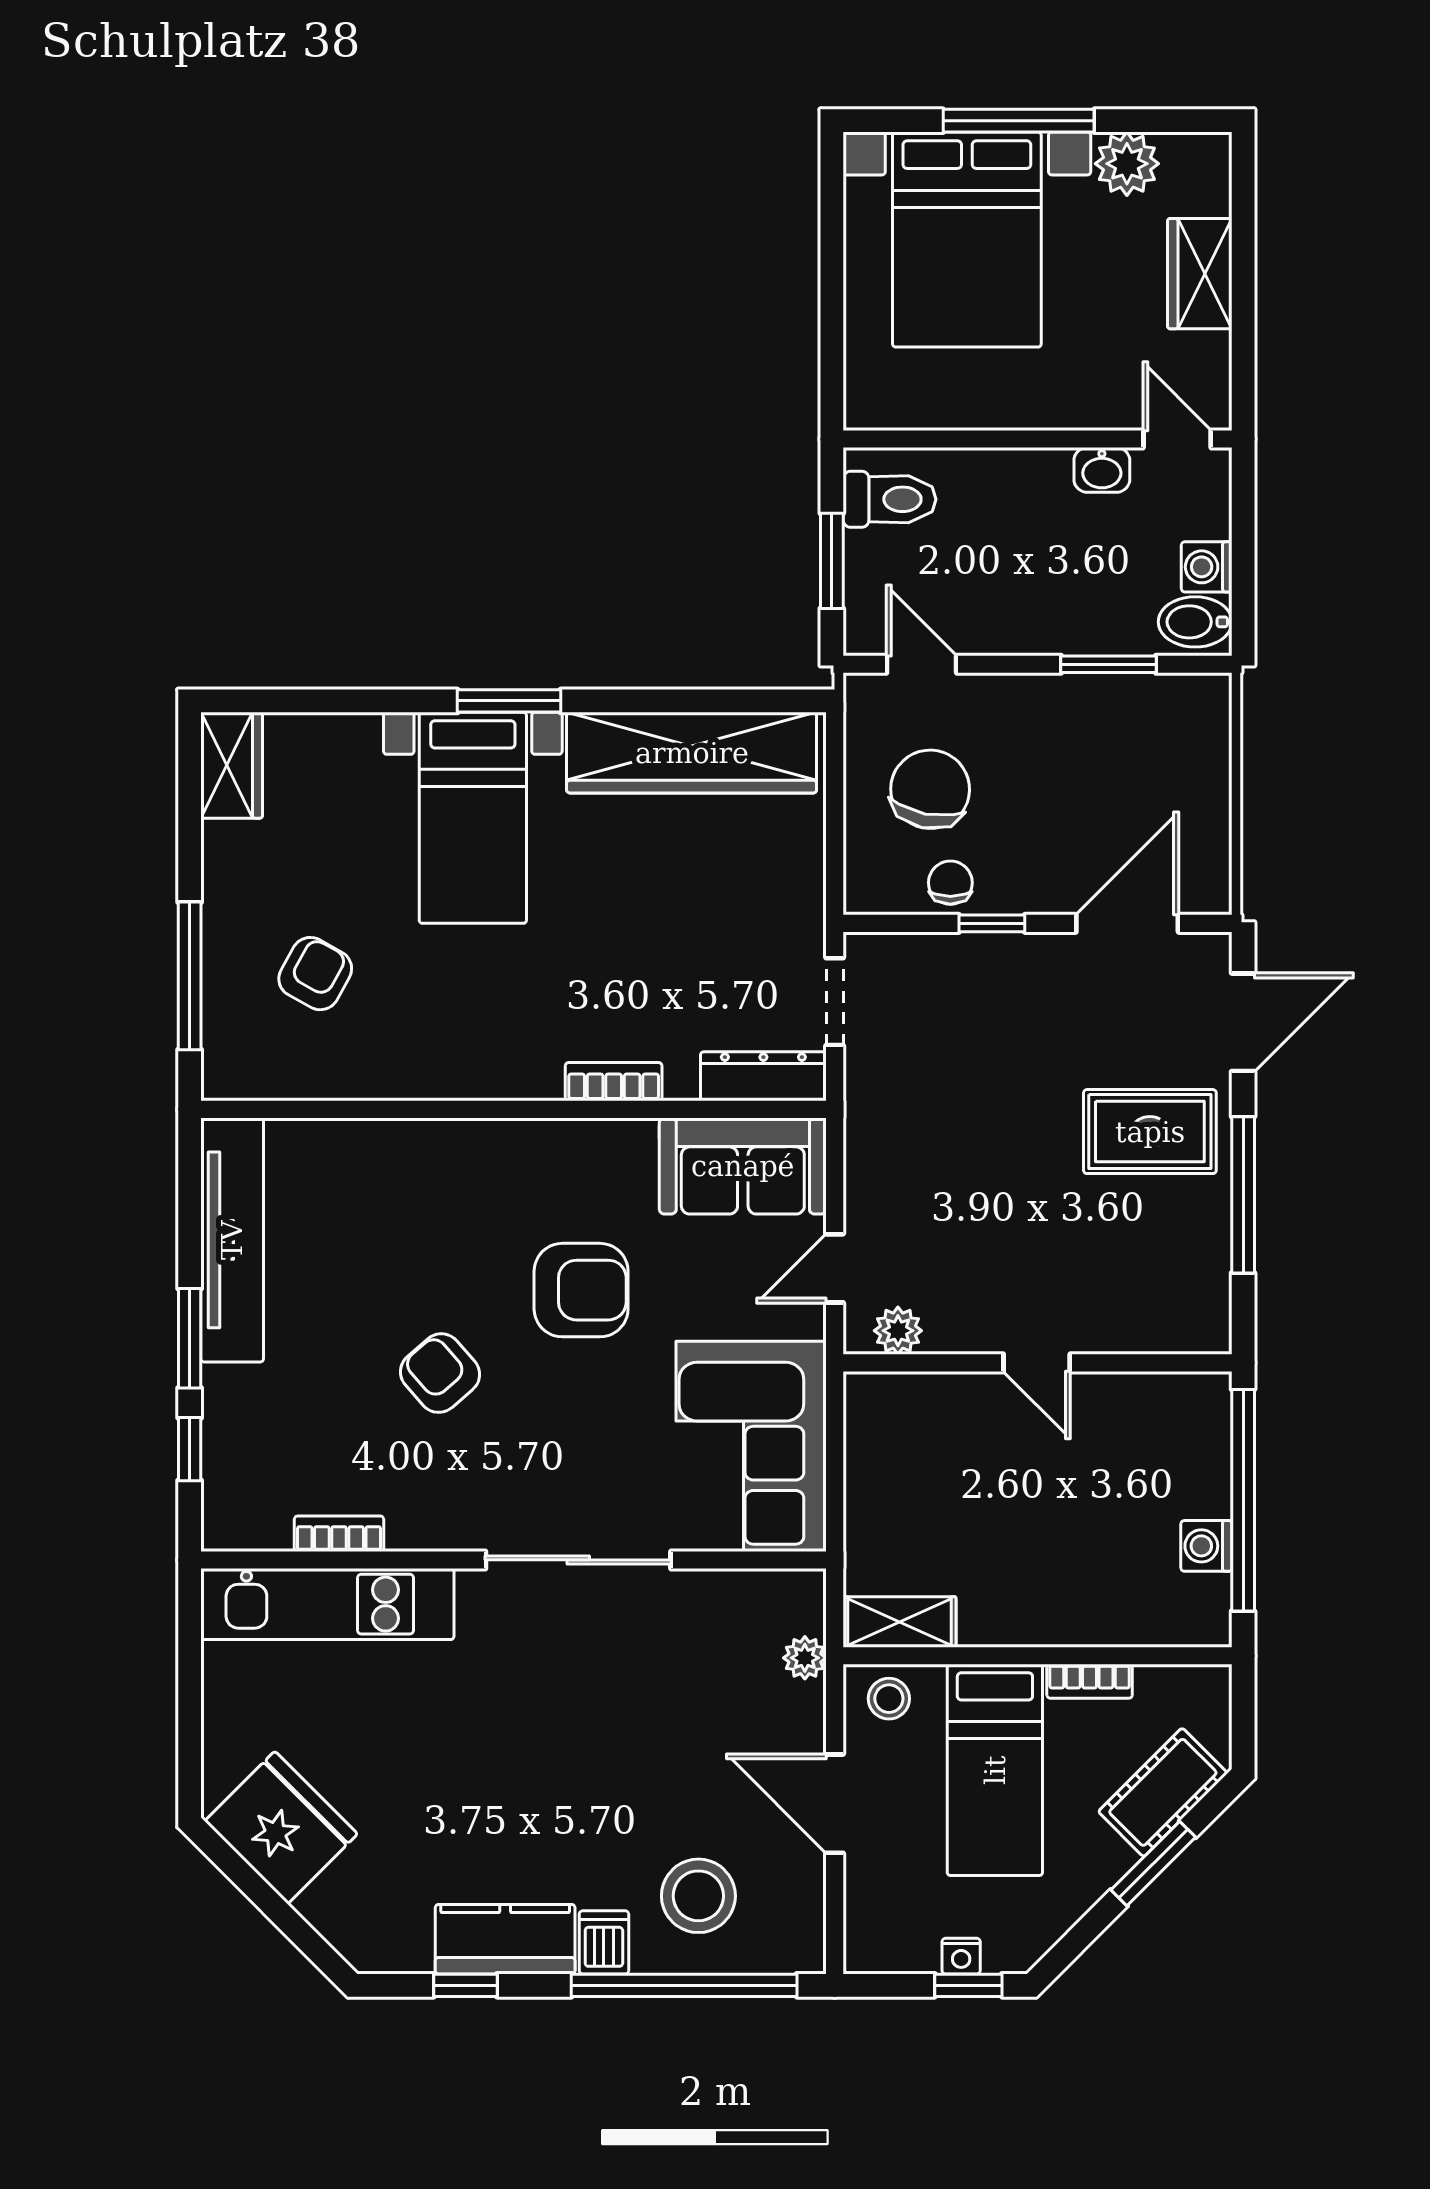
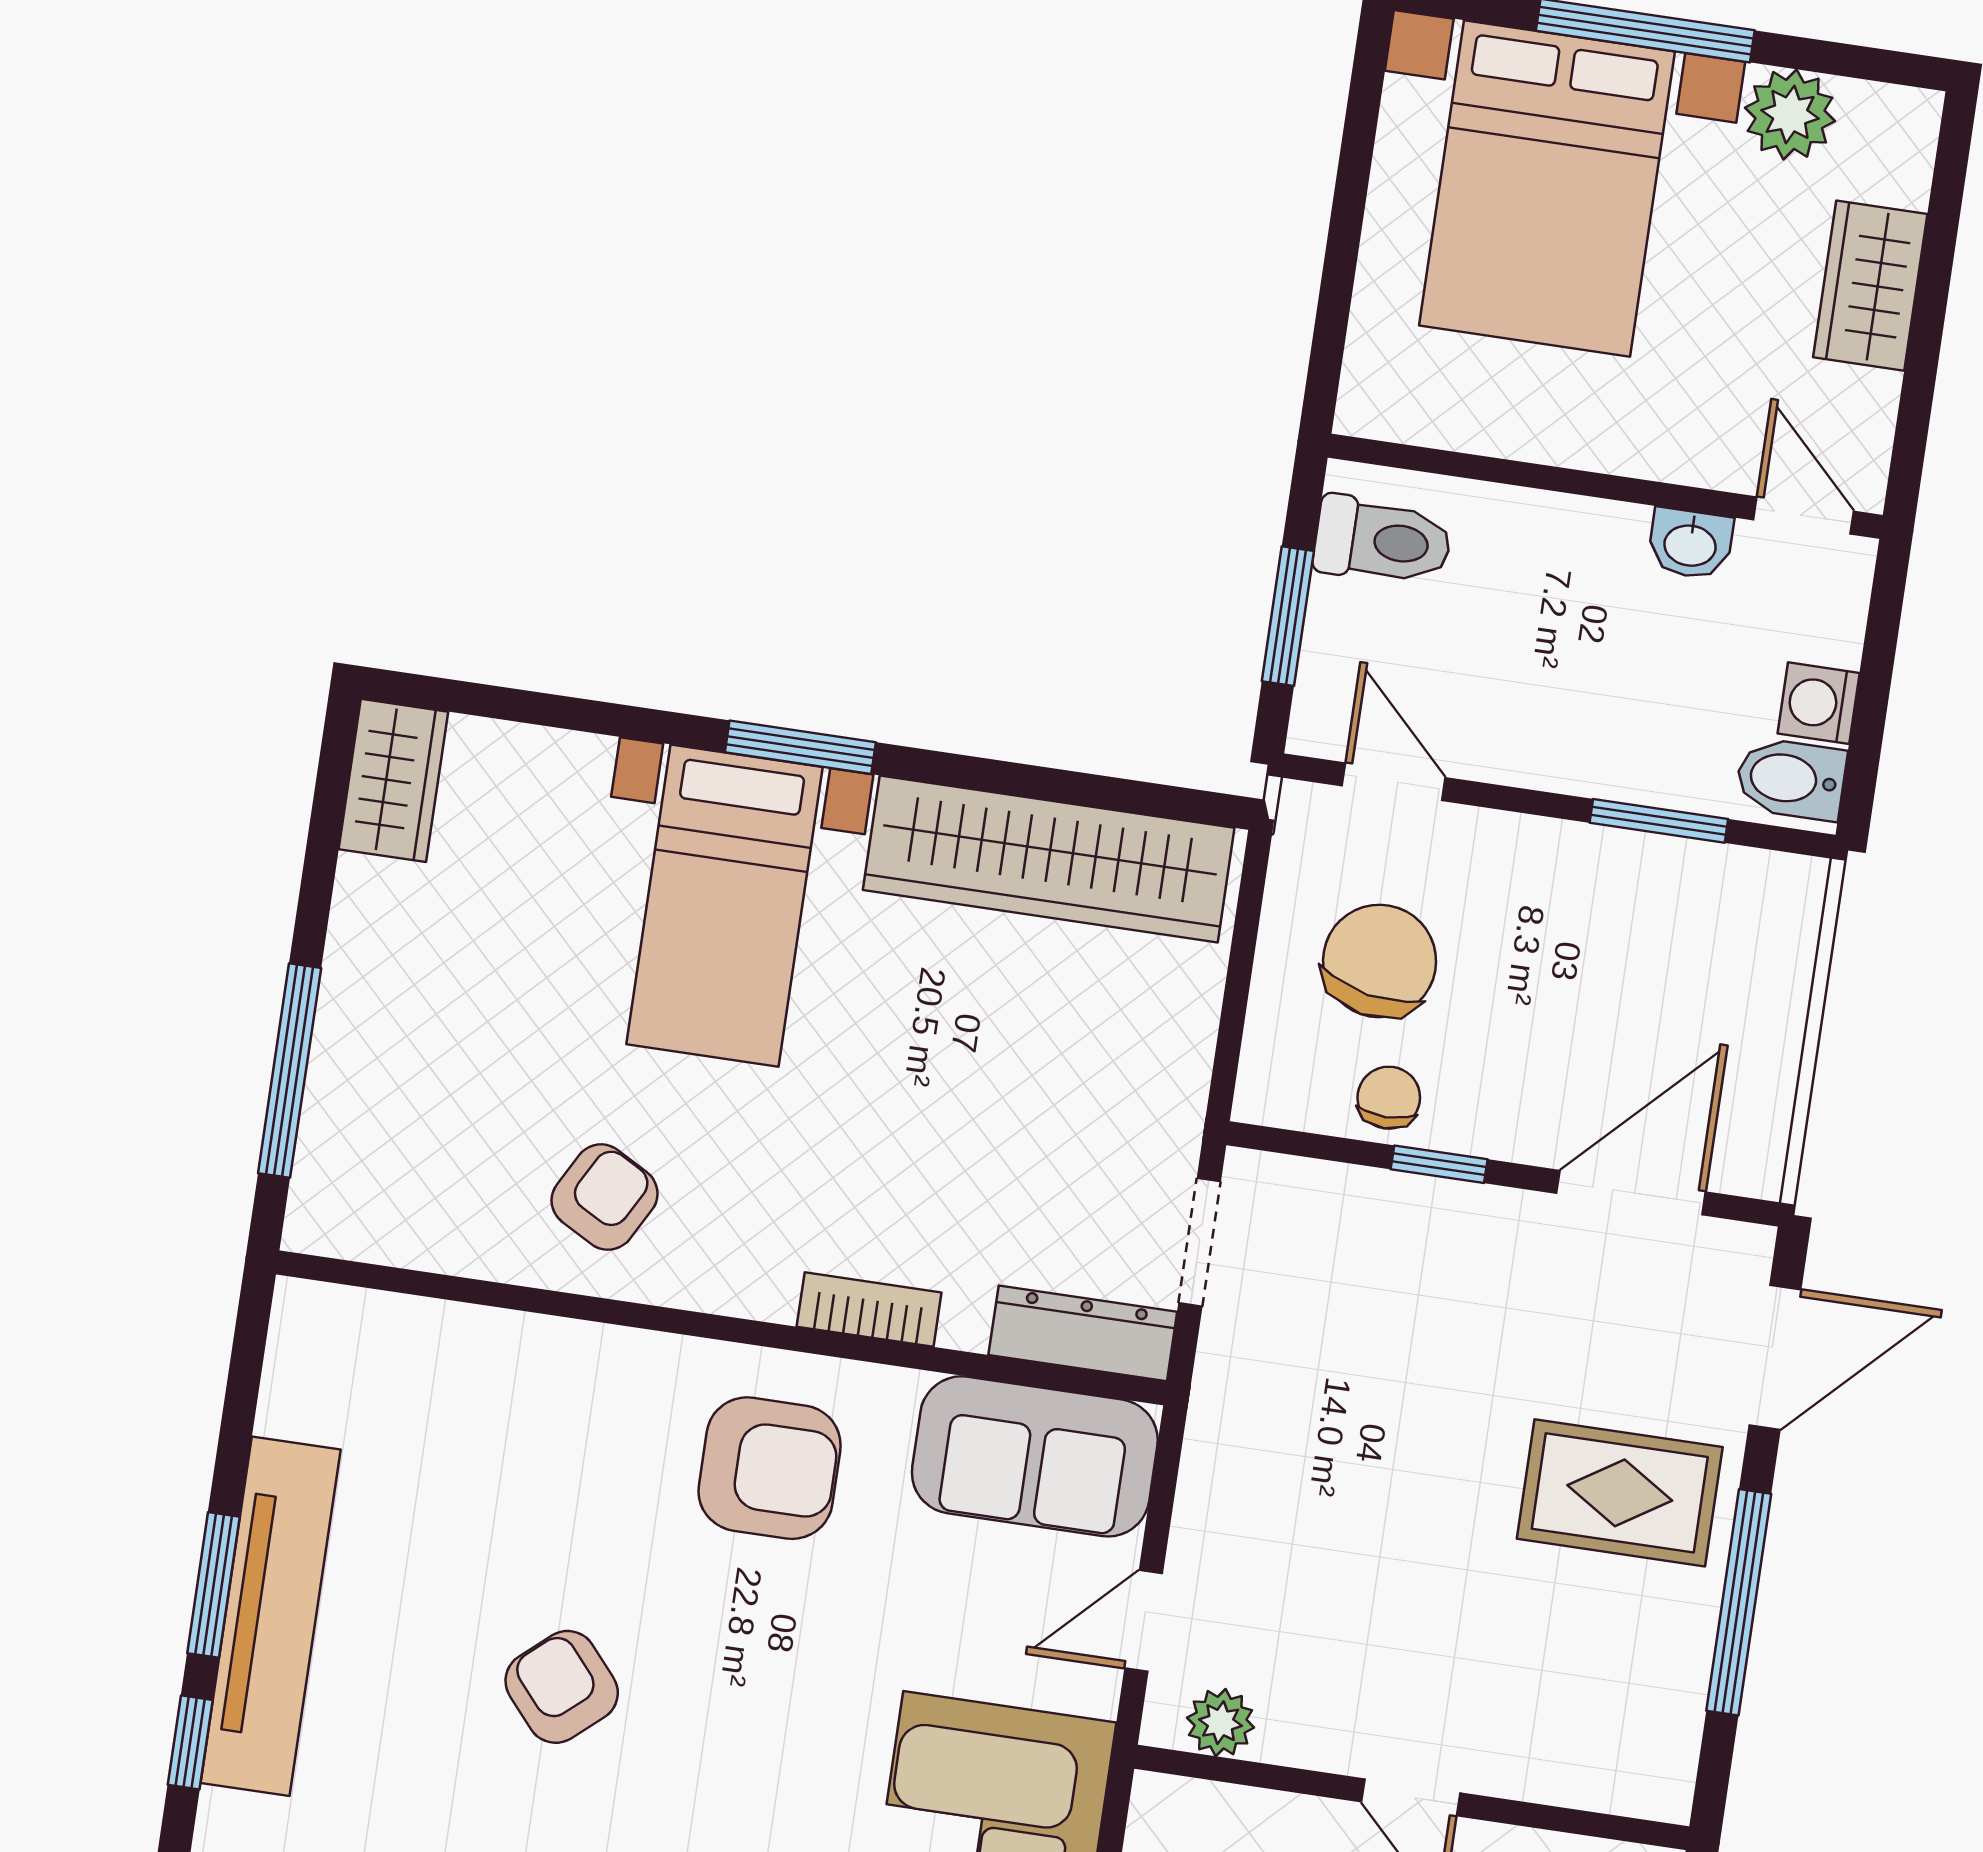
armchair: (315, 974) -> (605, 1197), moved
tv unit: (232, 1240) -> (271, 1616), moved
armchair: (581, 1290) -> (770, 1468), moved

